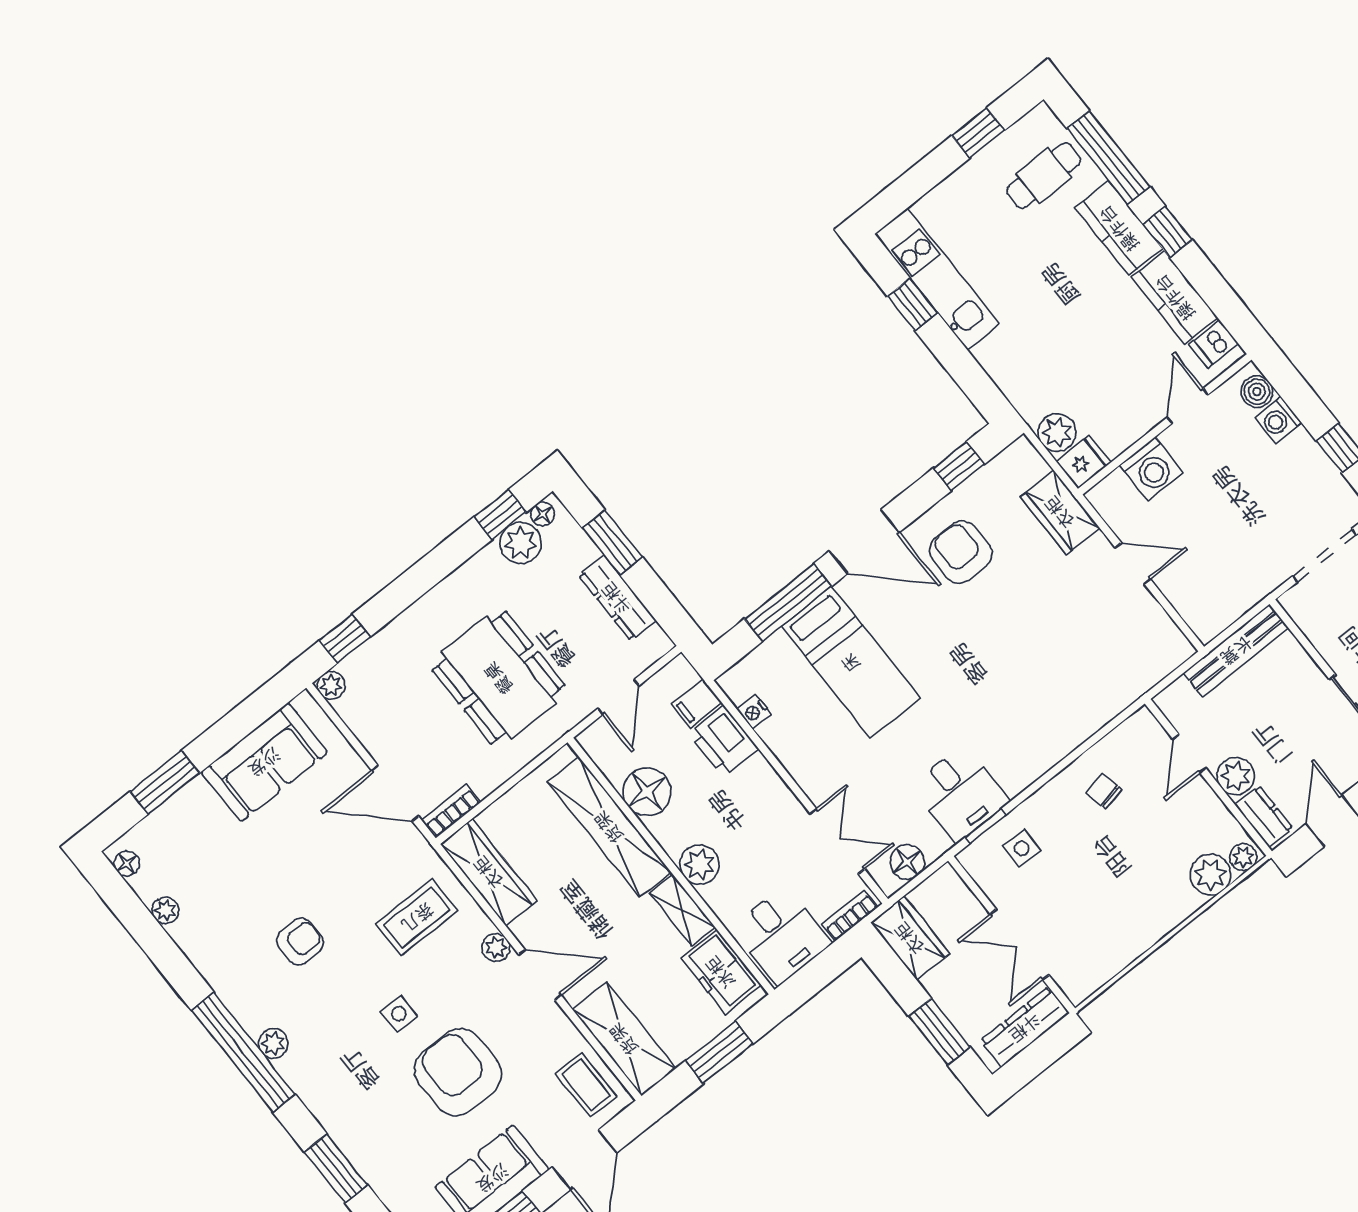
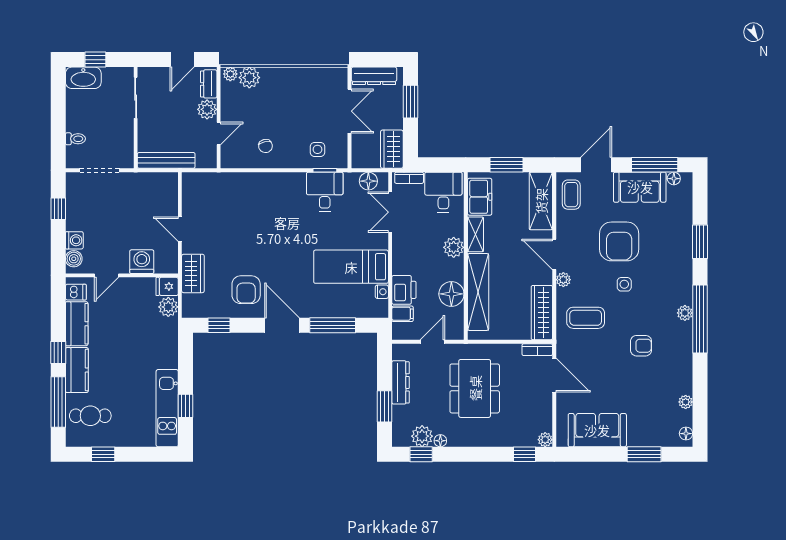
floor lamp: (543, 514) -> (440, 441), moved
bed: (851, 662) -> (351, 267), moved, turned -90
armchair: (300, 942) -> (641, 346), turned 180

